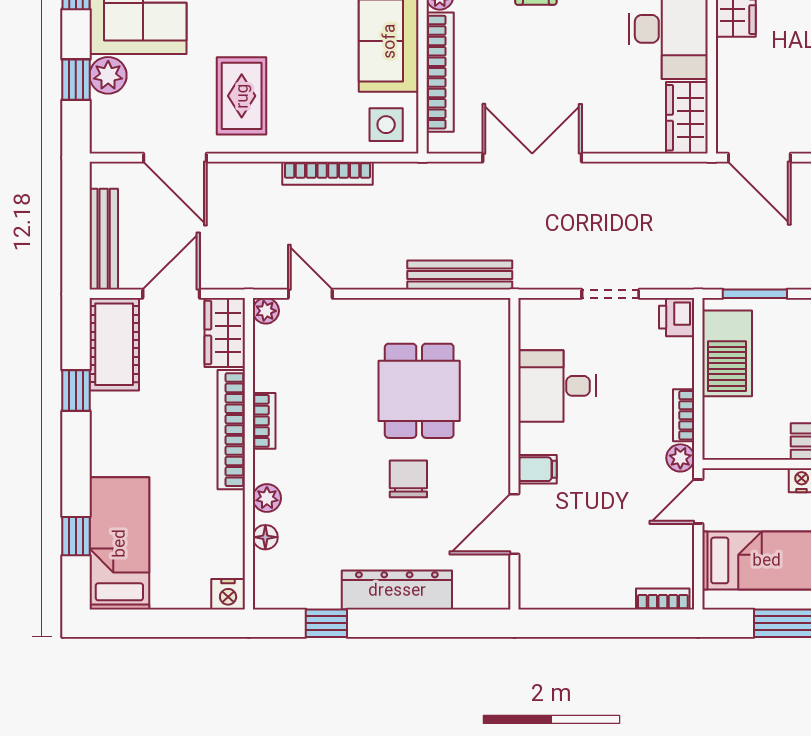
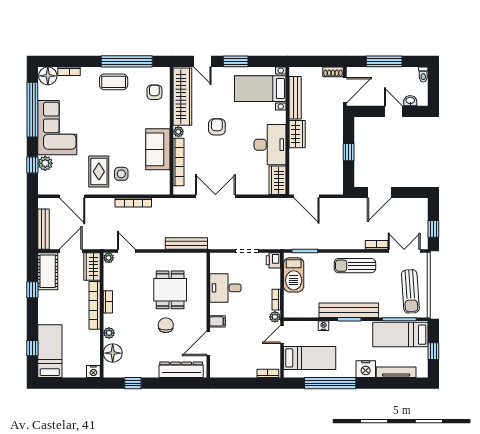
side table: (386, 125) -> (121, 174), moved
floor lamp: (265, 537) -> (113, 353), width x1.89, depth x1.89
dresser: (397, 590) -> (181, 370), moved

